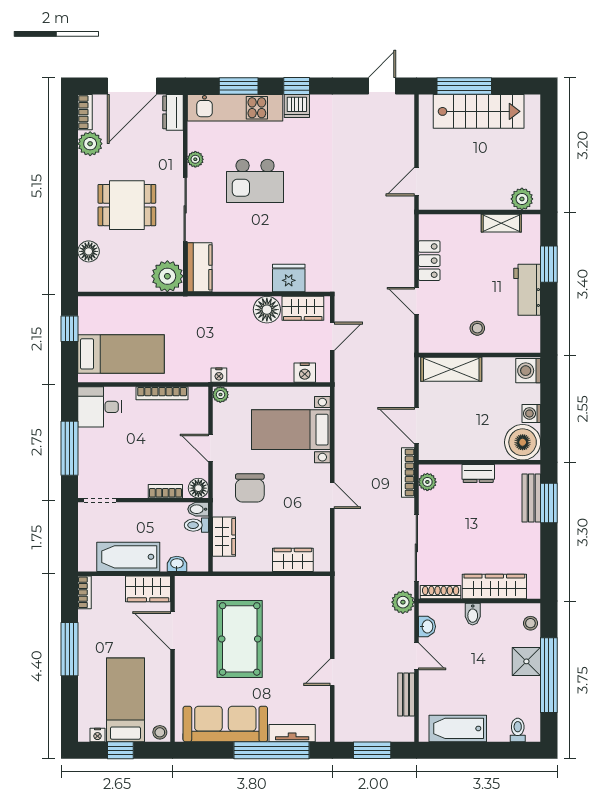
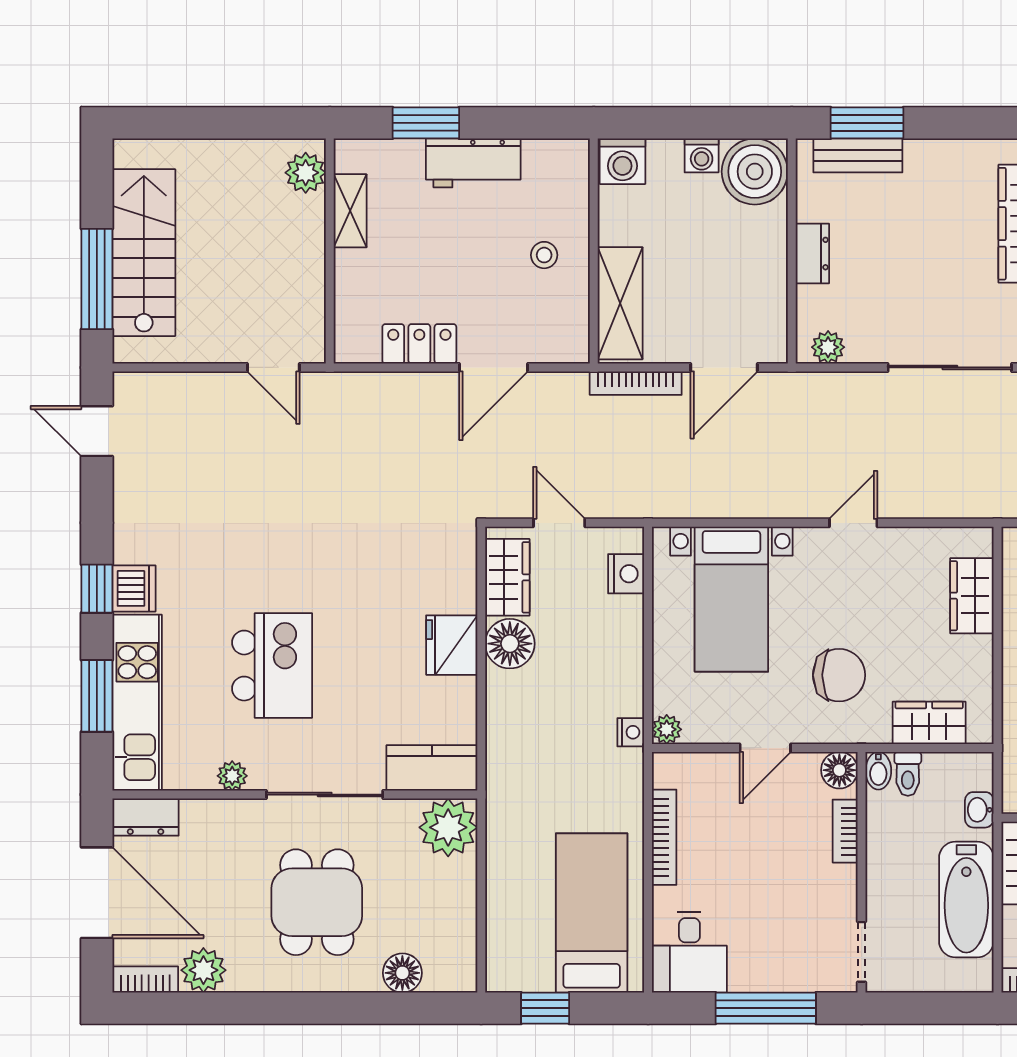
fridge: (289, 278) -> (452, 645), moved
door: (416, 301) -> (494, 367), width x1.38
bookcase: (408, 472) -> (636, 383), moved

